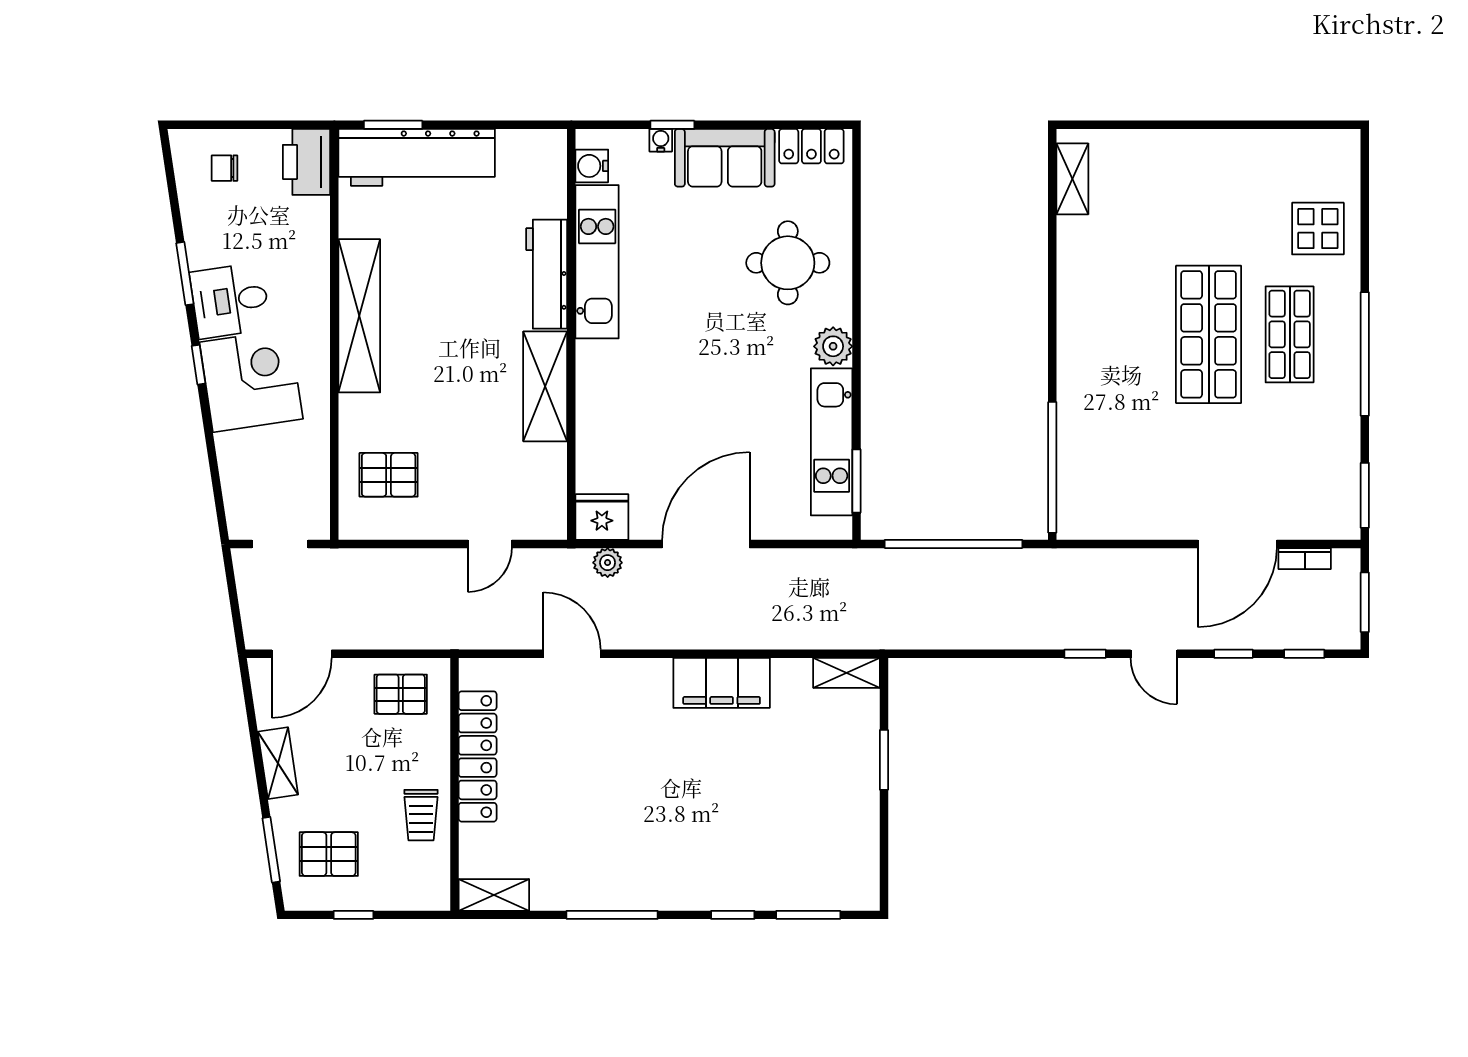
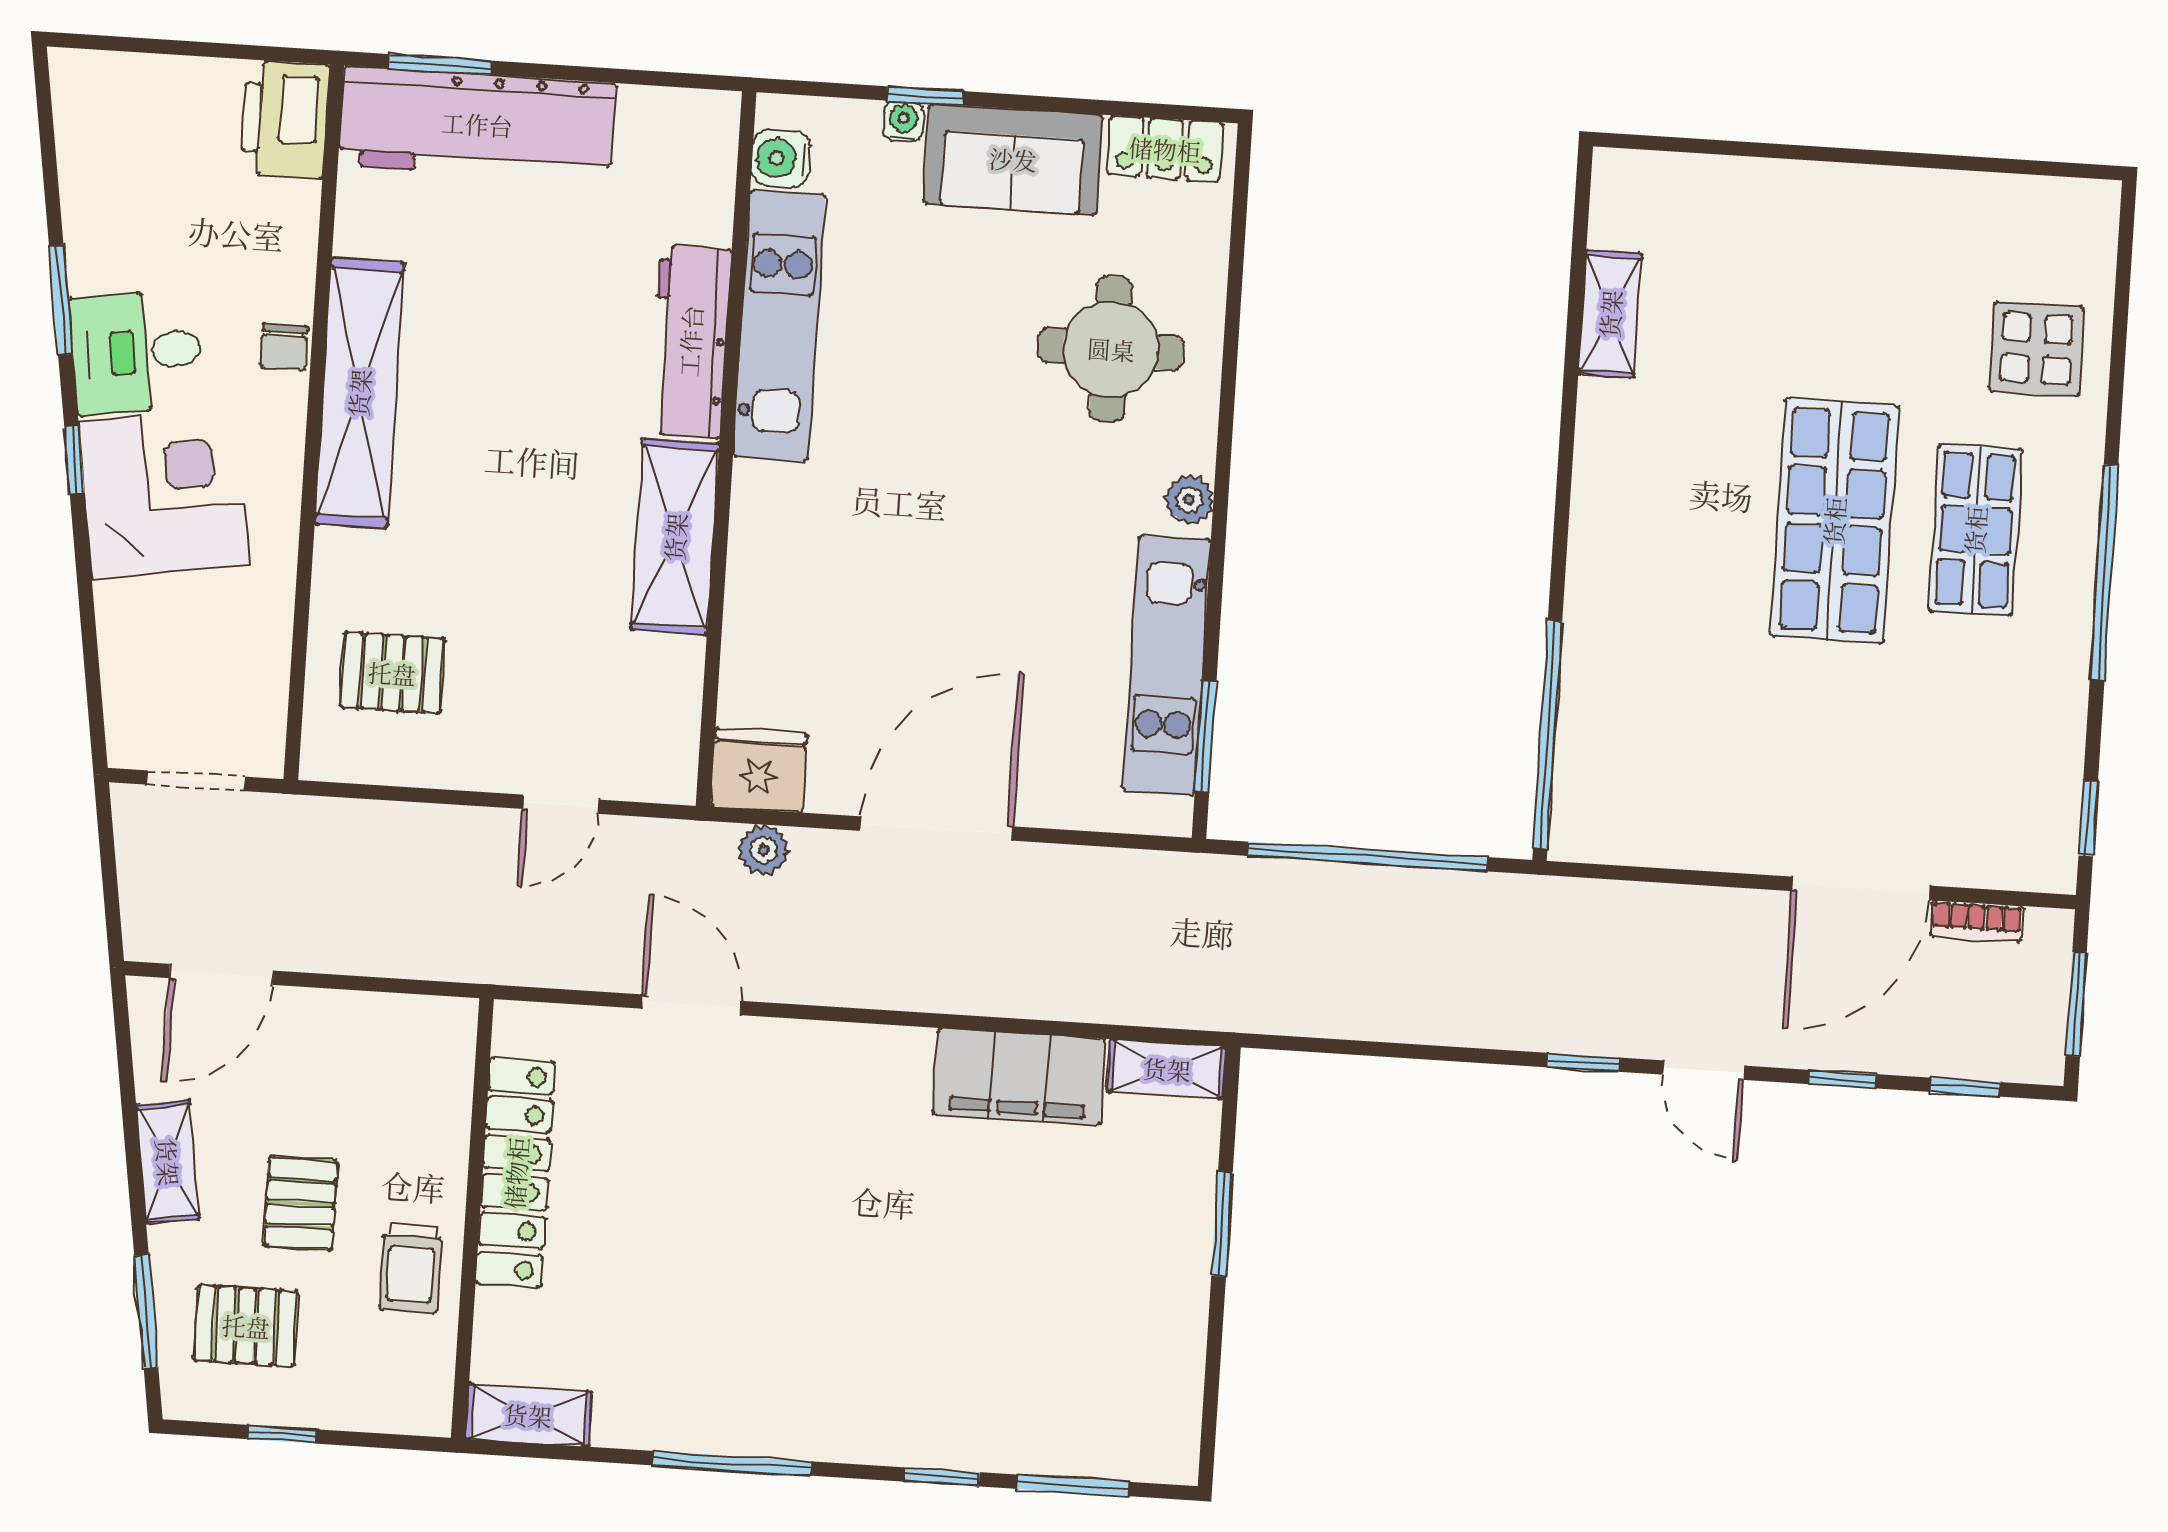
chair: (225, 168) -> (284, 347), moved, turned -90
shelving: (1072, 179) -> (1610, 314), moved
plant: (833, 346) -> (1189, 500), width x0.73, depth x0.73
window: (1365, 495) -> (2088, 818), width x0.67
filing cabinet: (722, 683) -> (1019, 1077), moved
pallet: (401, 694) -> (301, 1204), moved, turned 90

